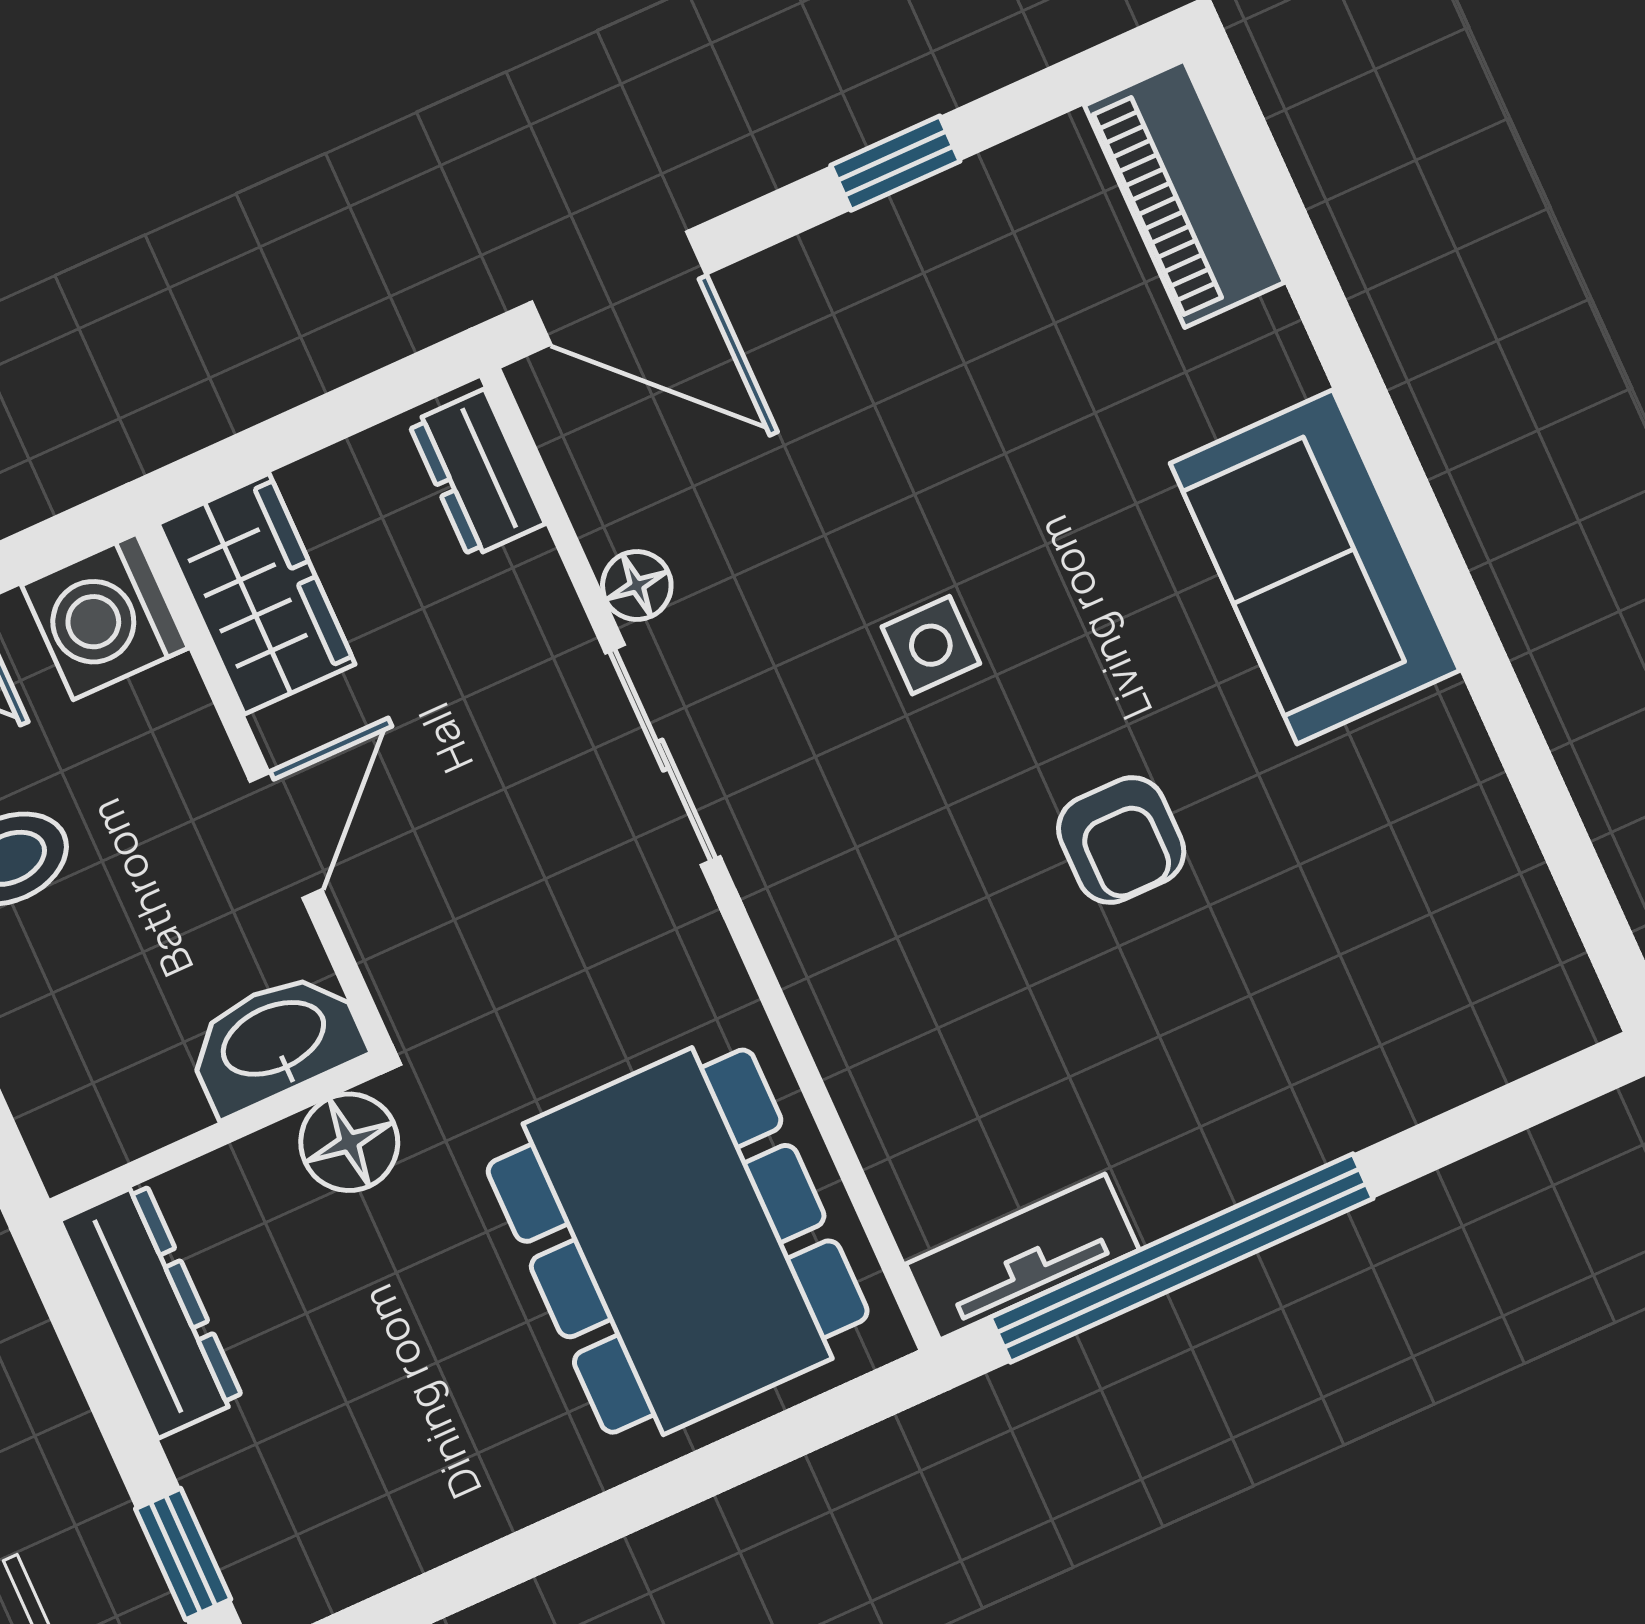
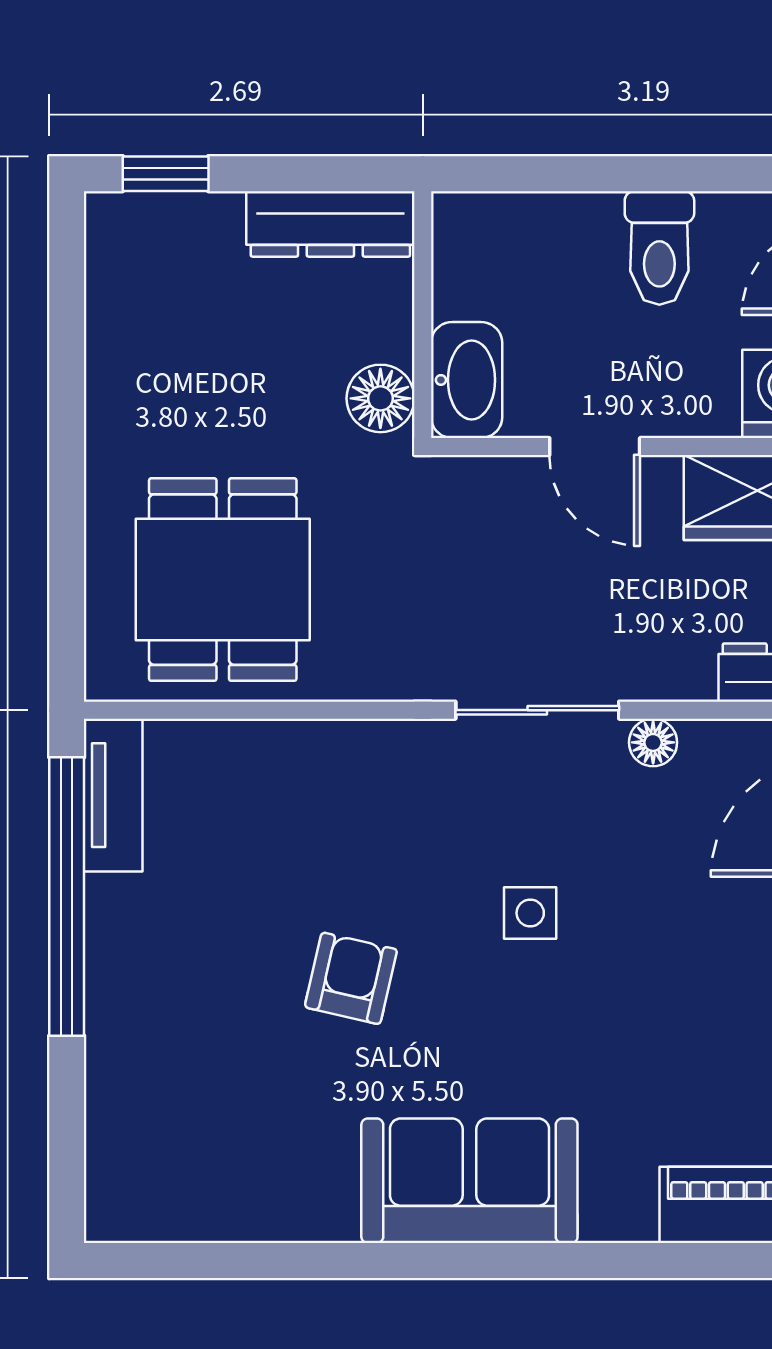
armchair: (1121, 840) -> (351, 978), turned 103
dining table: (678, 1241) -> (223, 580), width x0.73

